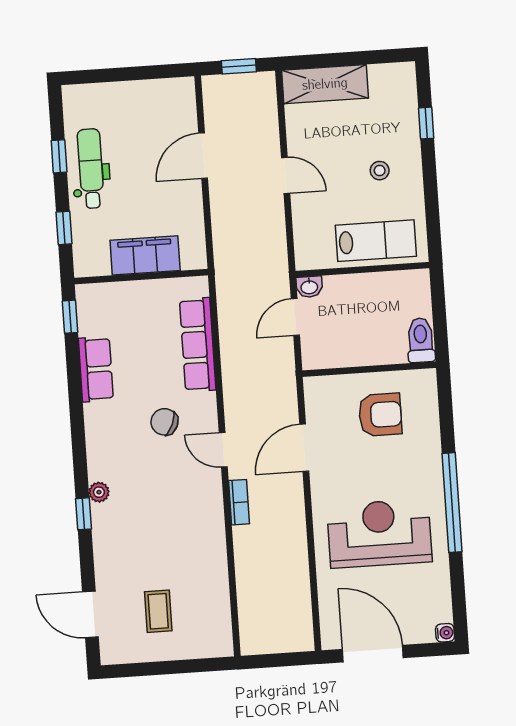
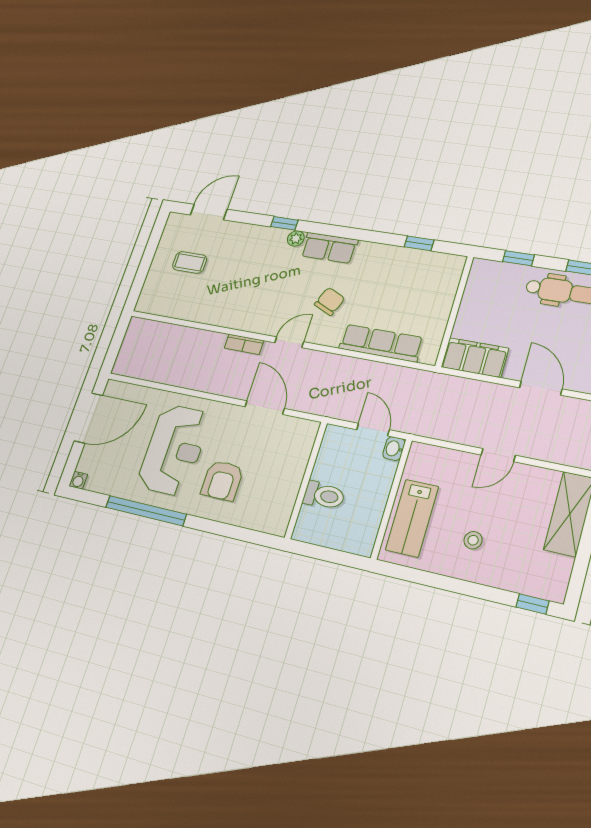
window: (426, 123) -> (532, 604), moved
filing cabinet: (145, 255) -> (475, 358), moved, turned -90
window: (70, 317) -> (419, 243), moved
toilet: (421, 340) -> (324, 496), moved
row of seats: (96, 369) -> (329, 248), moved
armchair: (380, 415) -> (222, 480), moved
window: (452, 503) -> (146, 511), moved

